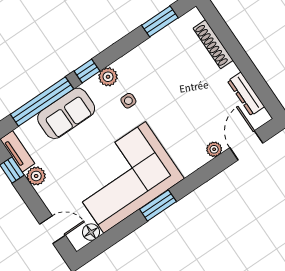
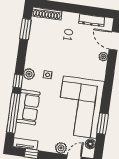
shoe rack: (213, 44) -> (47, 13), moved
plant: (36, 176) -> (61, 148), moved
window: (158, 205) -> (103, 124), moved

